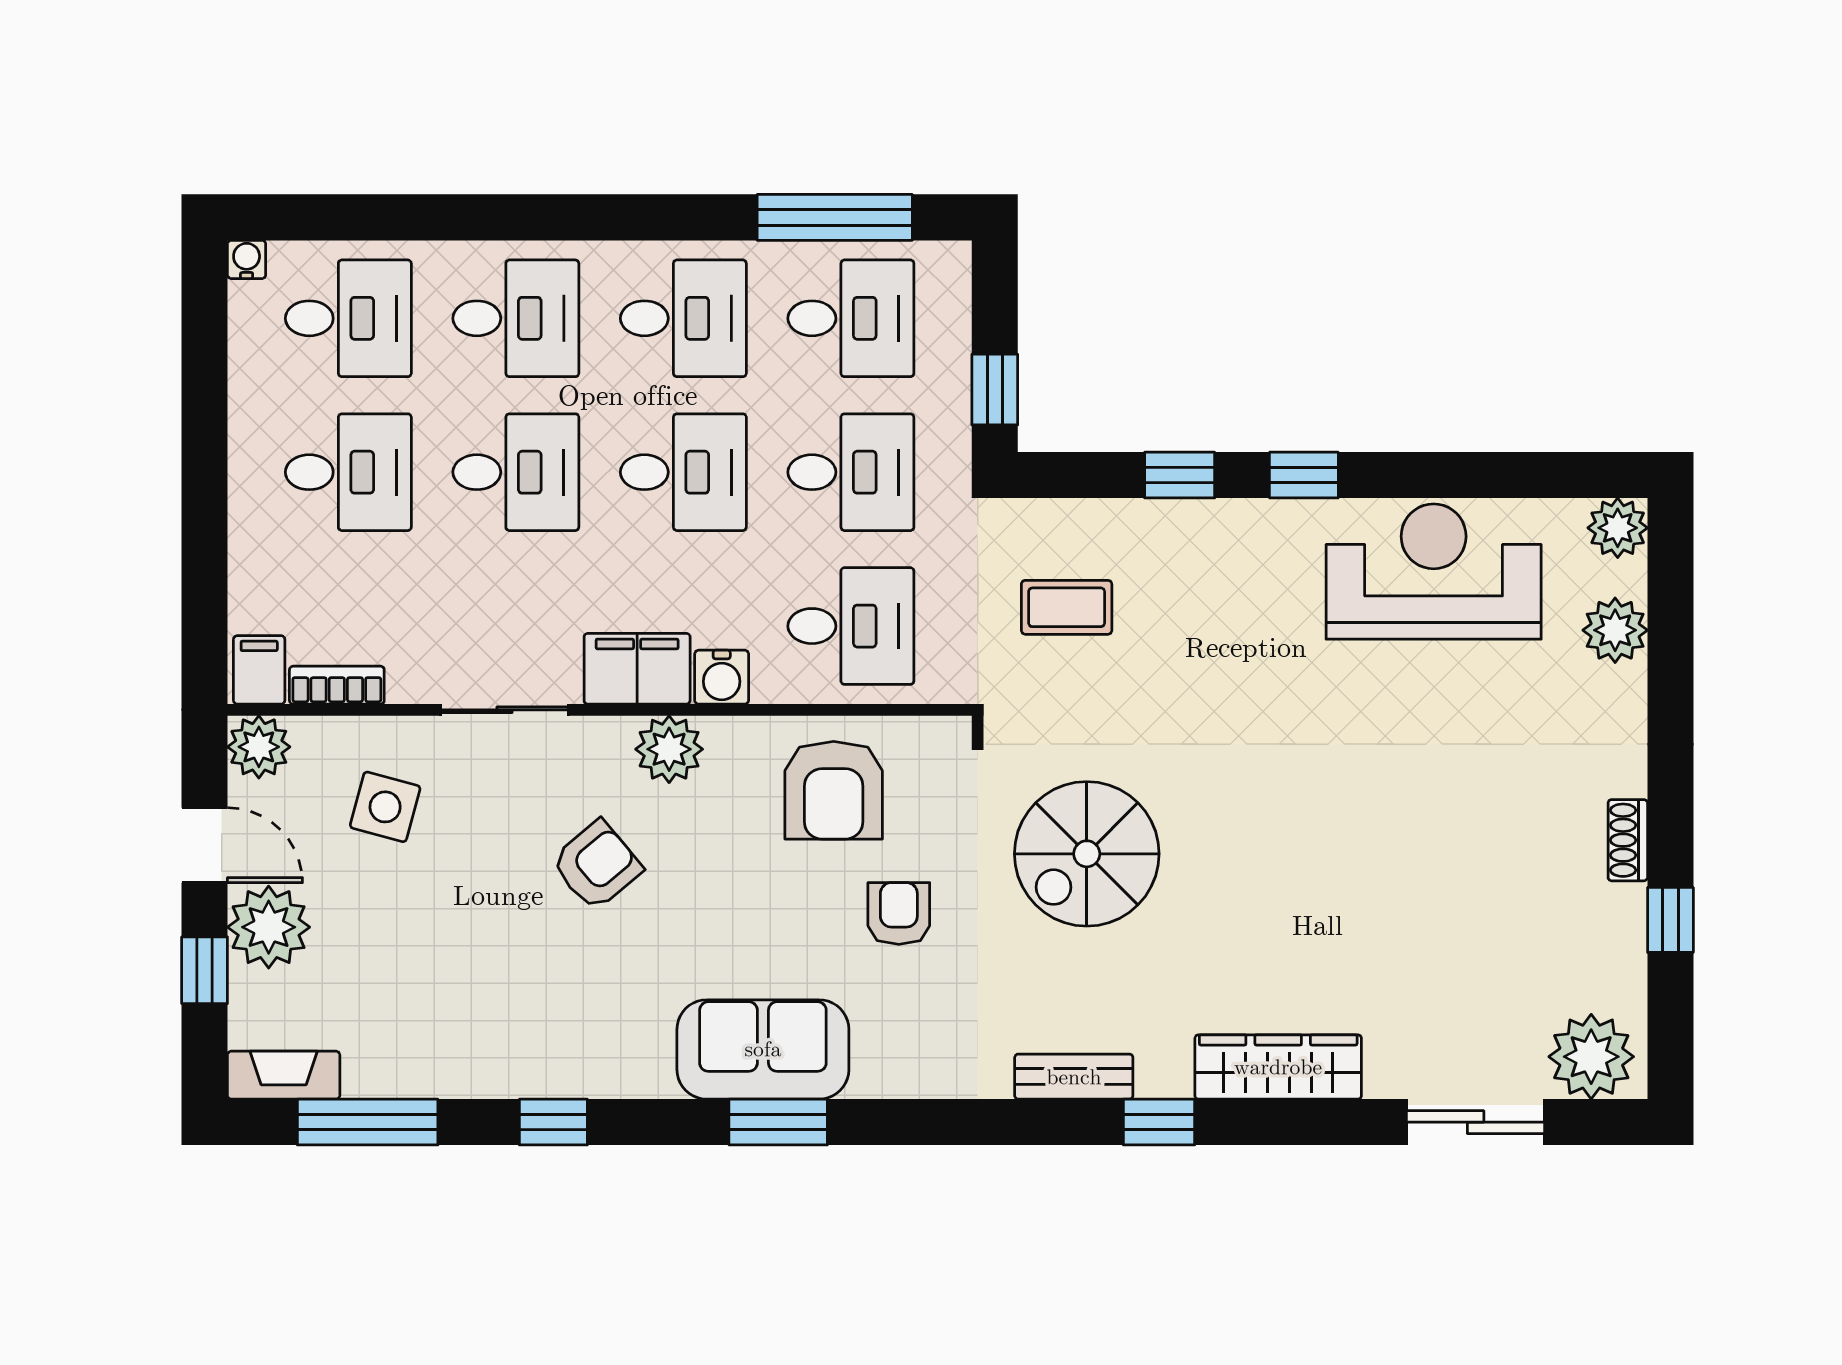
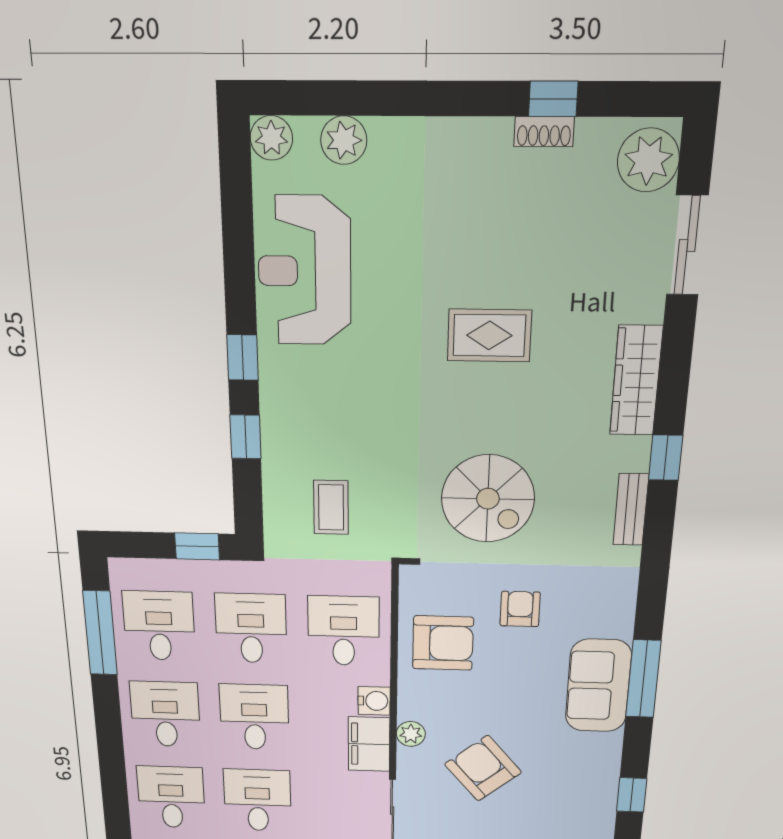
plant: (669, 749) -> (411, 734), width x0.73, depth x0.73
shoe rack: (1628, 840) -> (544, 132), moved
rug: (1343, 846) -> (489, 335), added
armchair: (597, 865) -> (483, 768), width x1.38, depth x1.38
armchair: (899, 913) -> (520, 609), turned 90
window: (778, 1122) -> (643, 679), width x1.44

